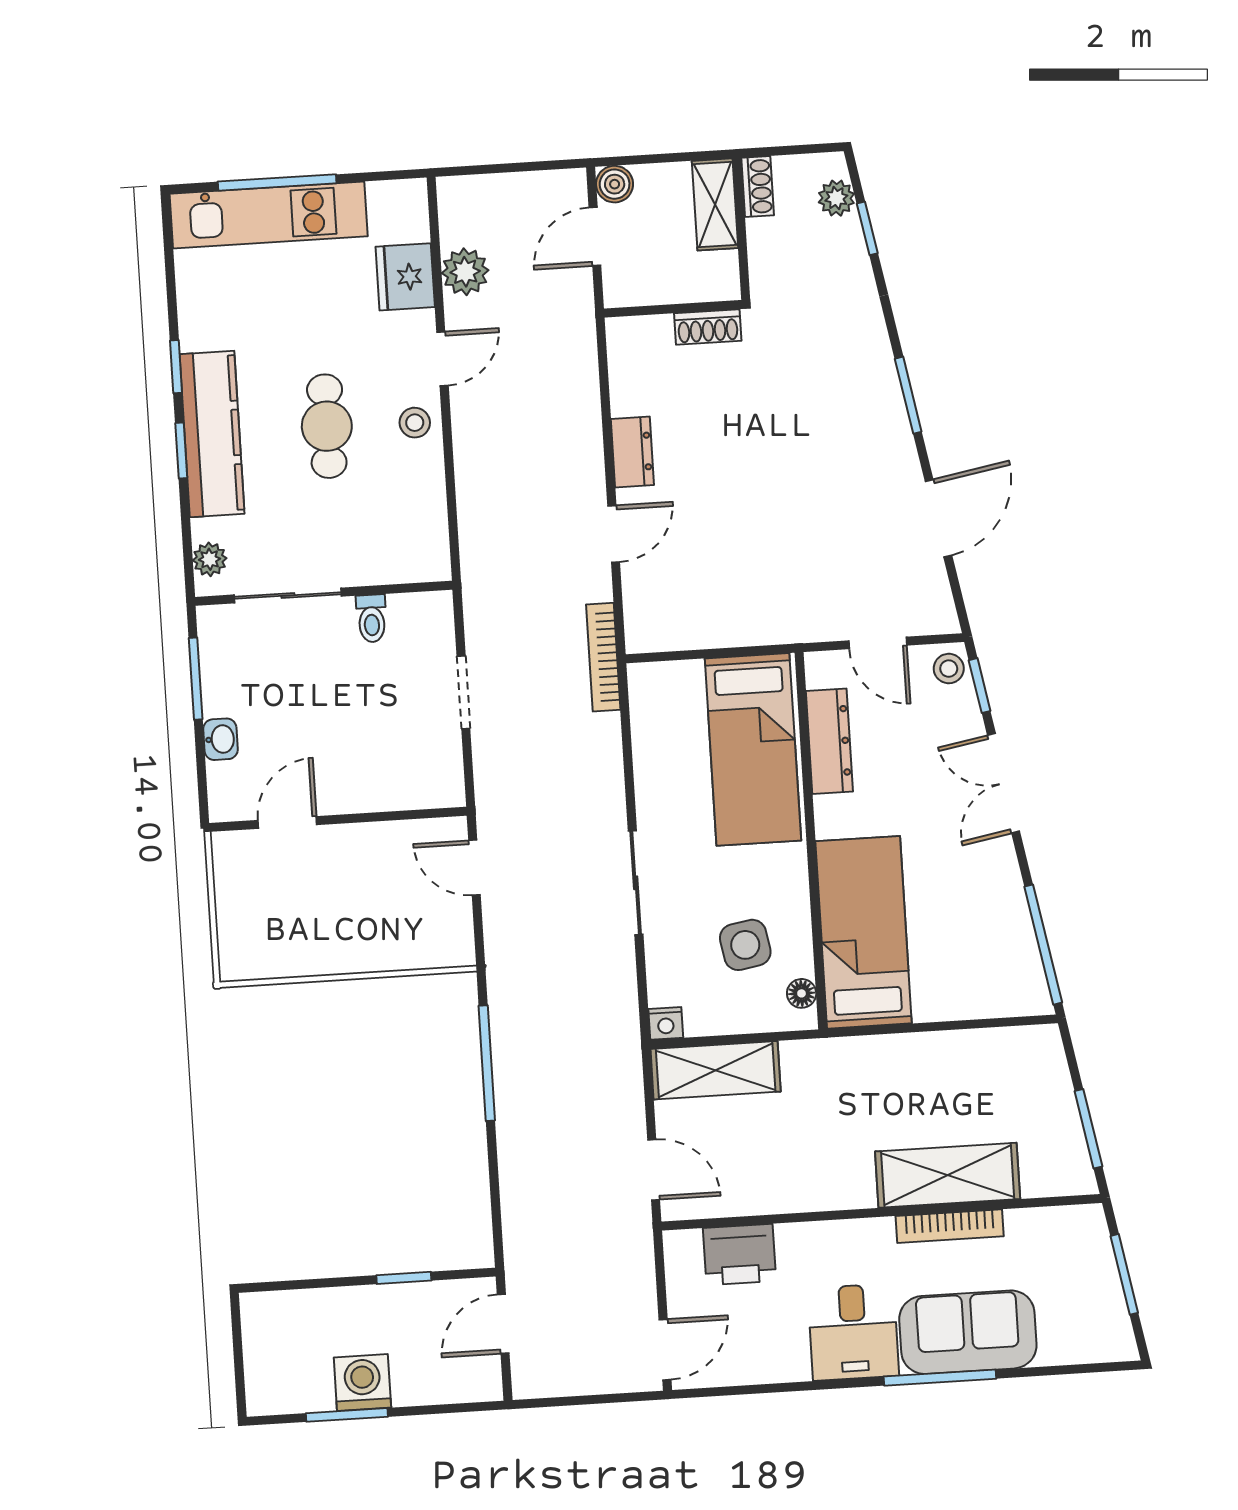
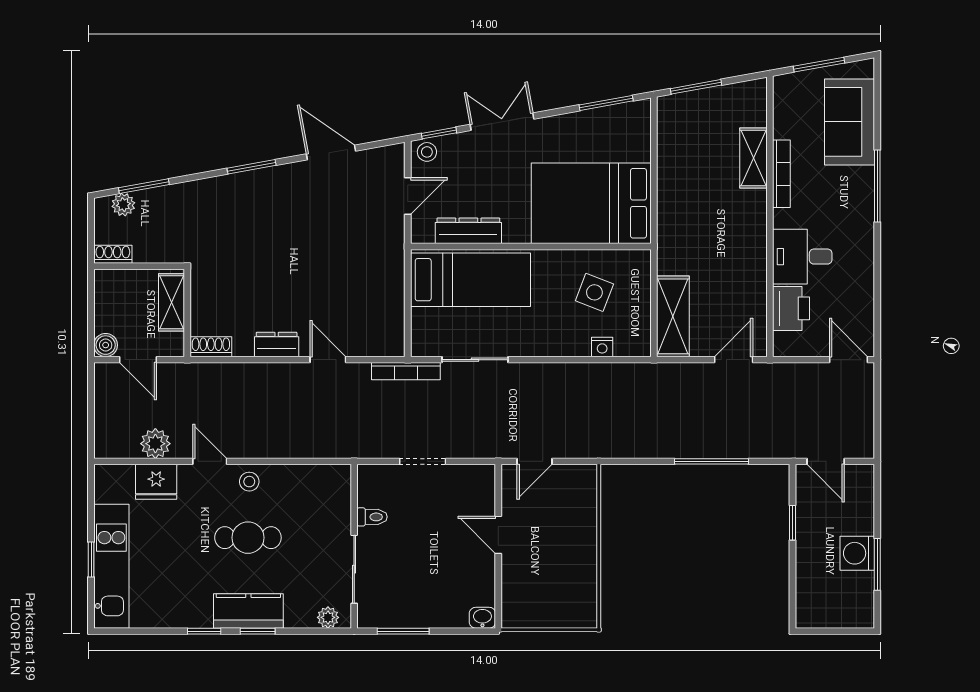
window: (277, 182) -> (91, 559), width x0.46
shelving: (715, 204) -> (171, 302), moved, turned 90
window: (867, 228) -> (144, 186), width x1.50
shoe rack: (708, 327) -> (211, 347), moved, turned -90
kitchen counter: (212, 434) -> (248, 611), width x0.67
washbasin: (220, 739) -> (482, 618), moved
double door: (1004, 783) -> (502, 122), swing flipped
door: (287, 822) -> (498, 535), moved
sliding door: (636, 883) -> (475, 360), moved
bed: (864, 932) -> (591, 203), width x1.50
side table: (745, 945) -> (594, 292), turned 31
window: (1043, 945) -> (606, 103), width x0.69
floor lamp: (802, 993) -> (628, 259), removed
nightstand: (666, 1023) -> (602, 347), moved, turned 90
window: (487, 1063) -> (711, 461), moved
window: (1088, 1129) -> (696, 87), moved
shelving: (948, 1175) -> (753, 158), width x0.67, depth x0.75
desk: (853, 1332) -> (802, 257), moved, turned 180
sofa: (968, 1332) -> (850, 122), moved

